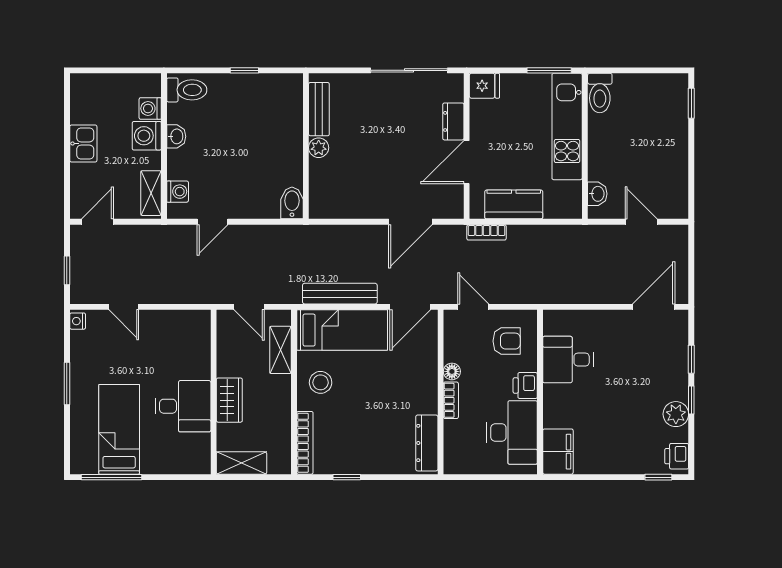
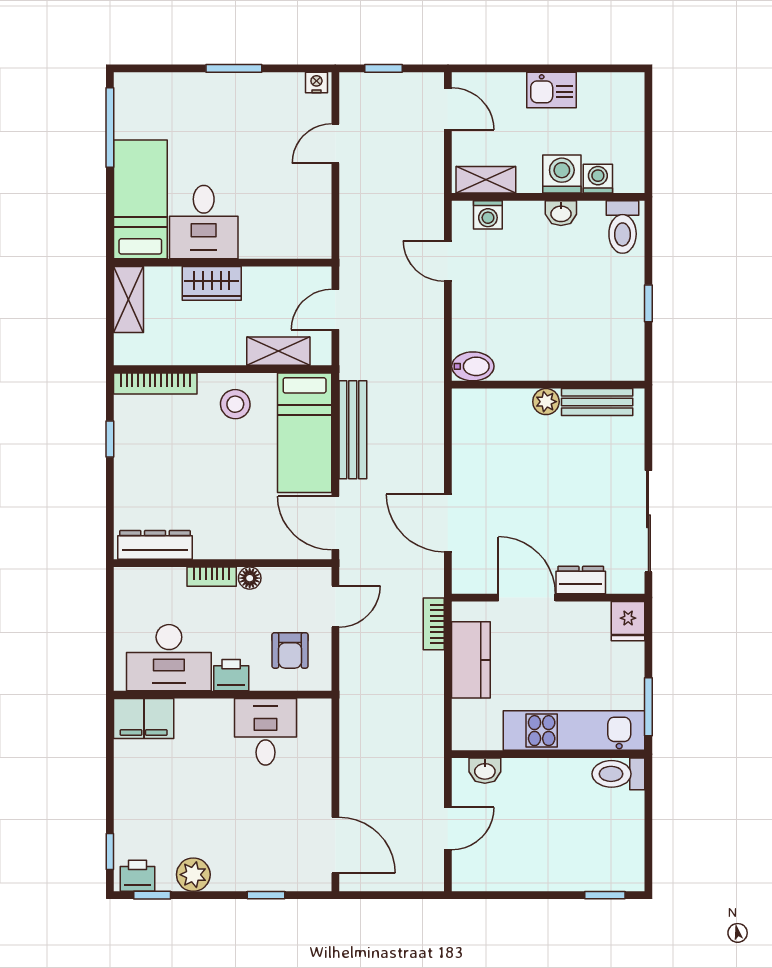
window: (691, 400) -> (152, 895), moved
bed: (119, 429) -> (140, 199), moved, turned -90

